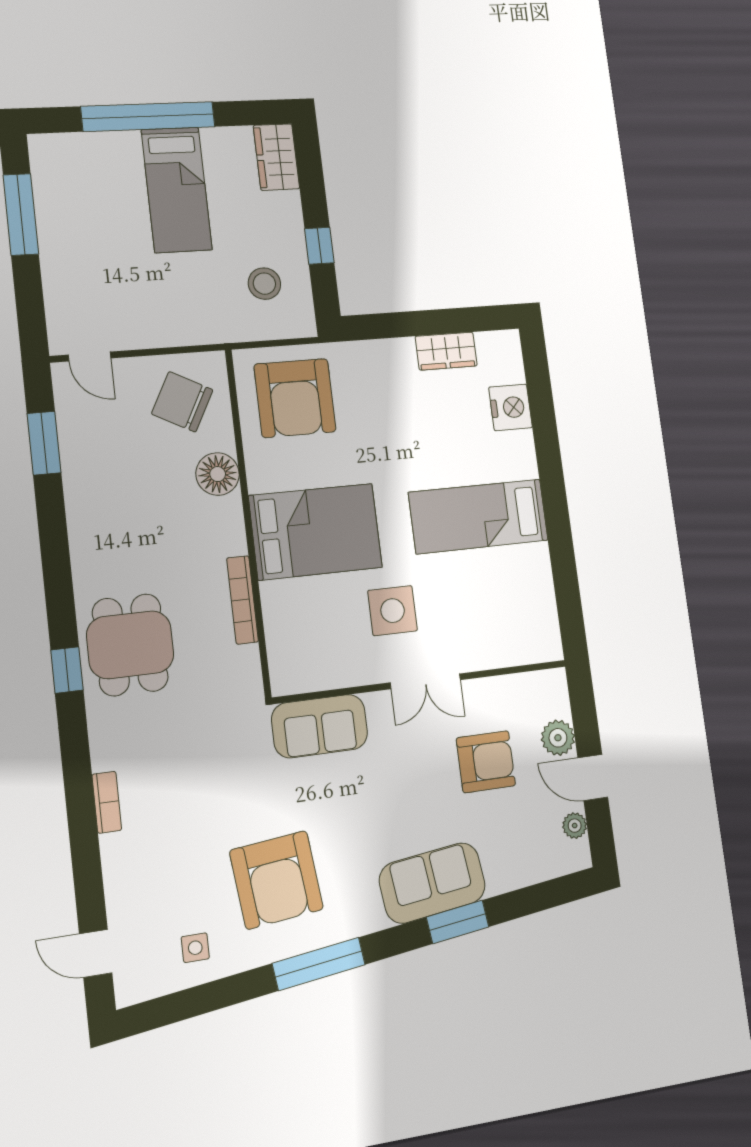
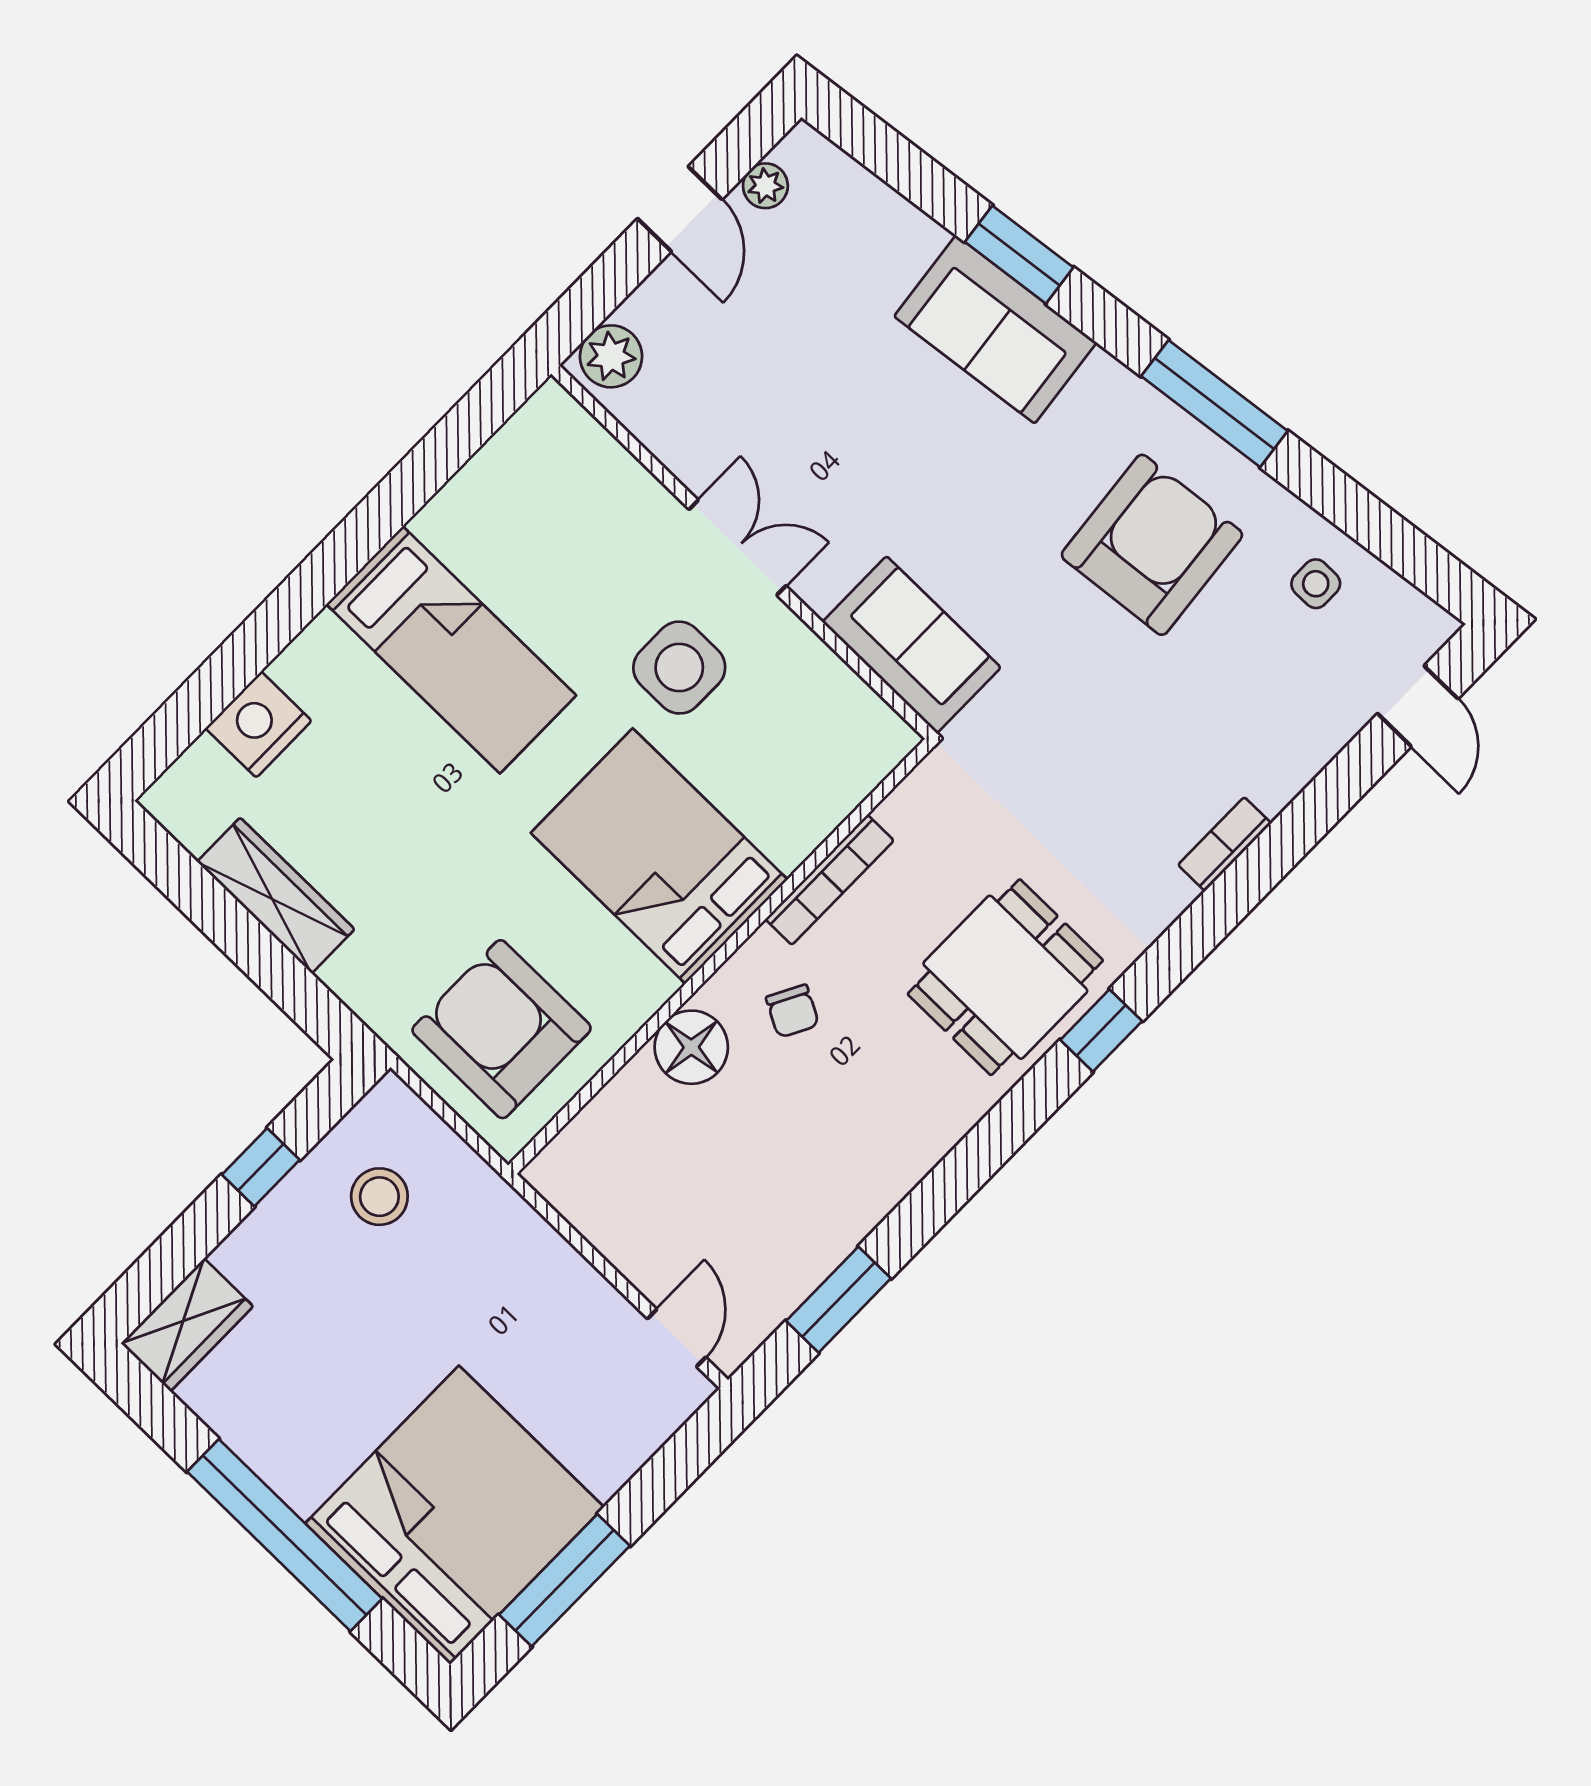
bed: (177, 190) -> (455, 1515), moved, width x2.04
wardrobe: (446, 351) -> (276, 896), width x1.50
armchair: (295, 398) -> (502, 1029), turned -90
chair: (182, 402) -> (792, 1011), moved, width x0.54, depth x0.54
plant: (558, 738) -> (611, 356), moved
armchair: (486, 762) -> (778, 379), removed

